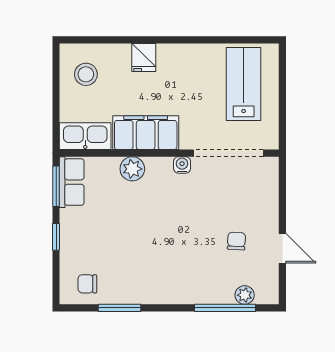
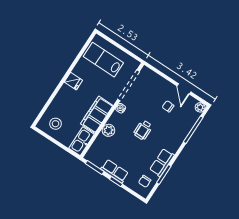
fridge: (144, 58) -> (73, 81), moved
row of seats: (72, 182) -> (115, 171), moved
wheelchair: (170, 225) -> (143, 130), added
door: (282, 248) -> (184, 89), swing flipped
row of seats: (137, 292) -> (162, 162), added
plant: (245, 295) -> (200, 107), moved

